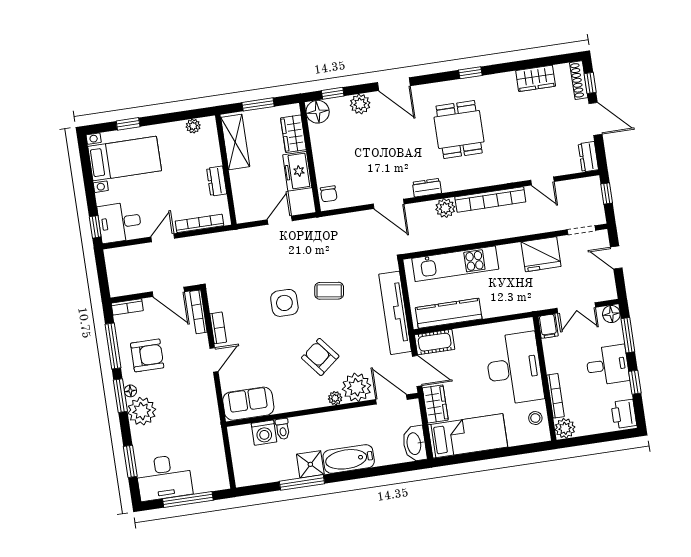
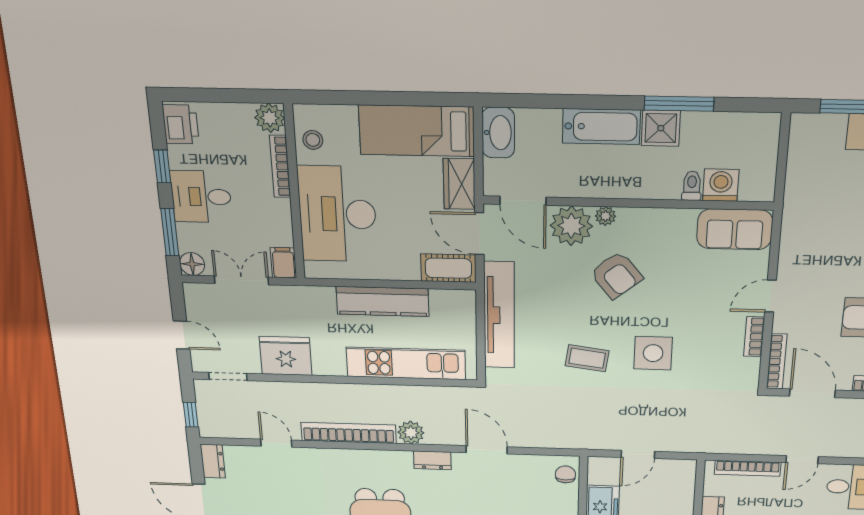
kitchen counter: (449, 313) -> (383, 301), moved

